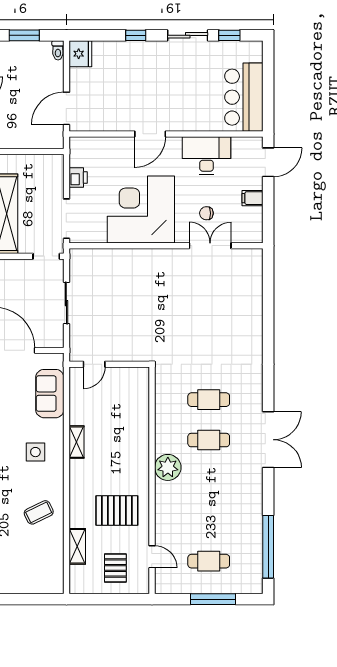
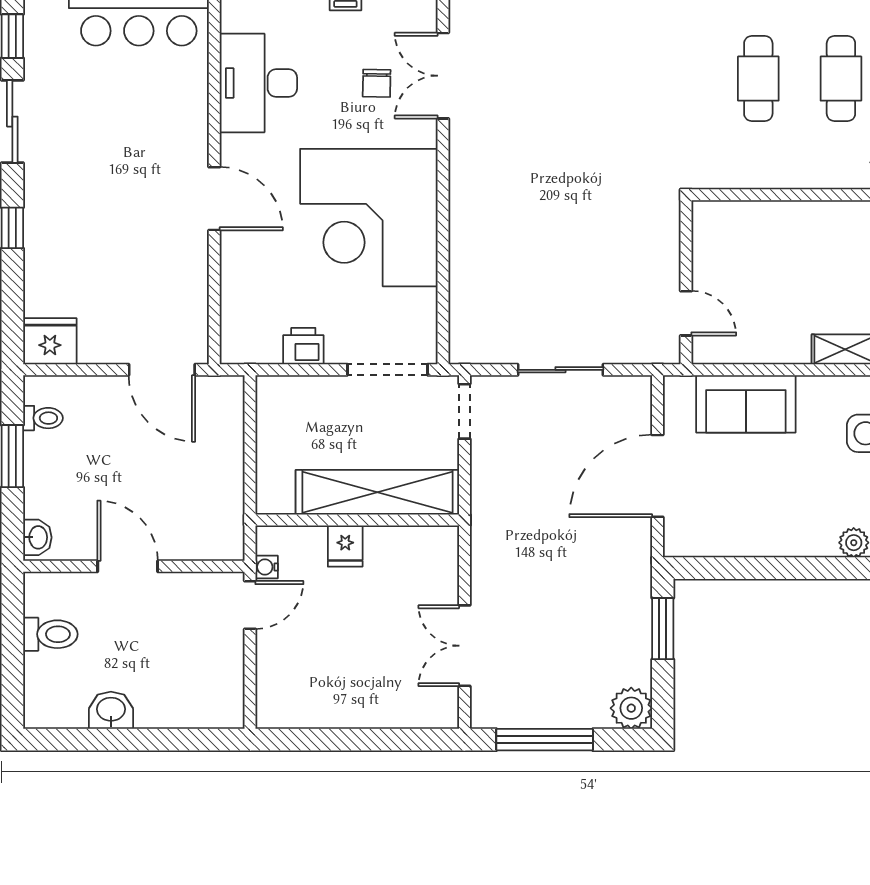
toilet: (58, 50) -> (43, 418), moved

